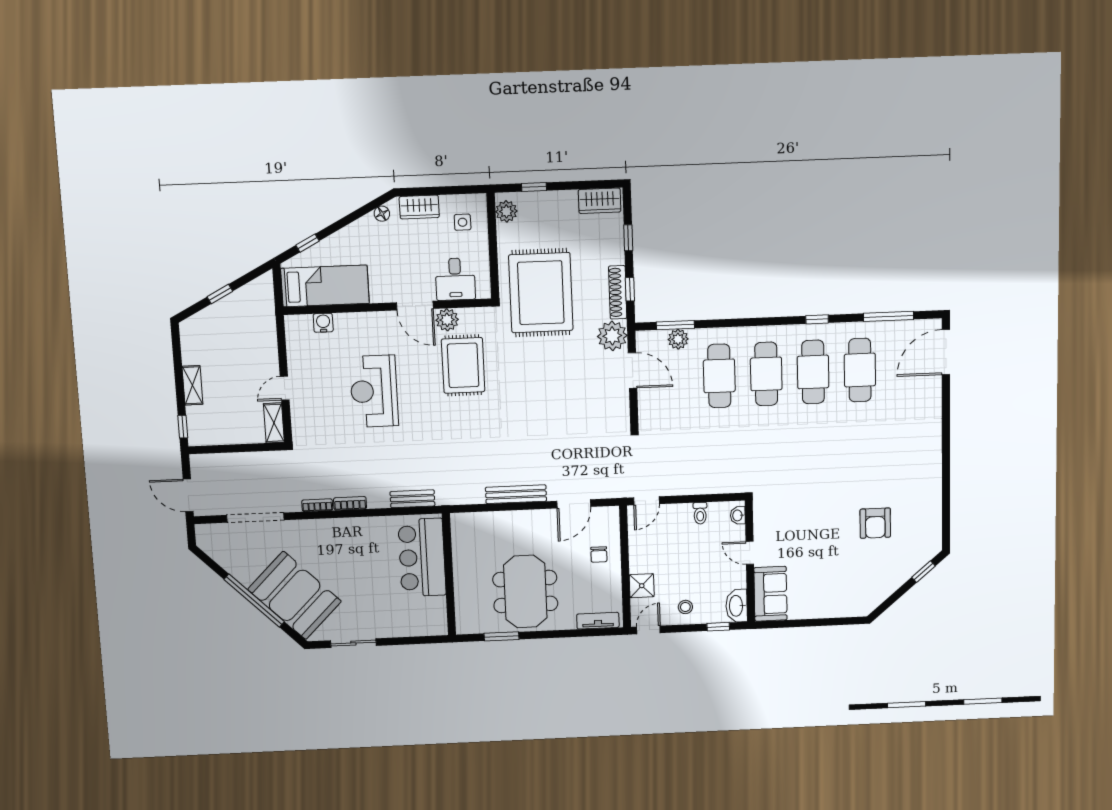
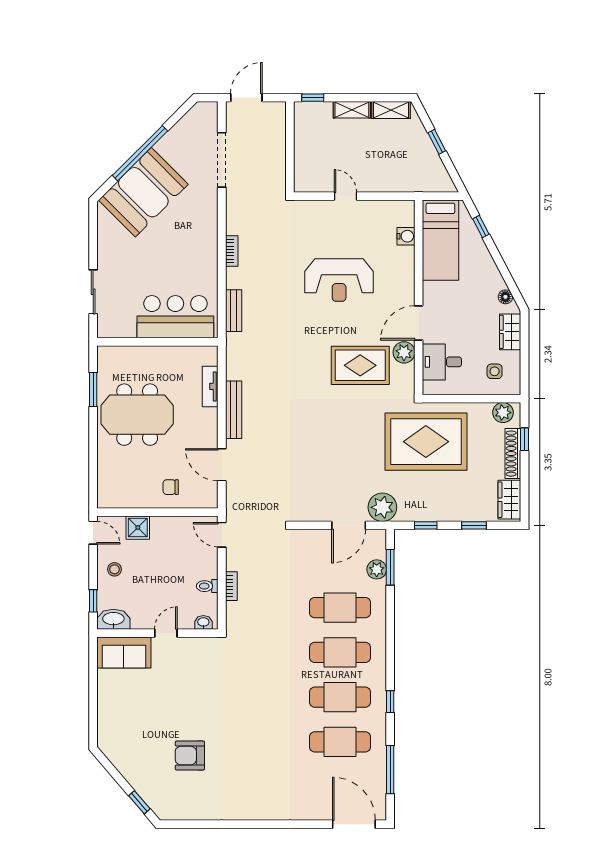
shoe rack: (618, 292) -> (513, 454), moved, turned -90
reception desk: (374, 391) -> (339, 280), turned 180
shelving: (274, 423) -> (391, 110), moved
bookcase: (317, 505) -> (231, 586), moved
tv unit: (598, 621) -> (210, 386), moved, turned 180
sliding door: (353, 643) -> (93, 292), moved

